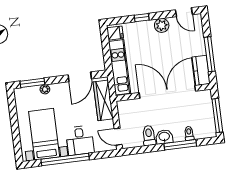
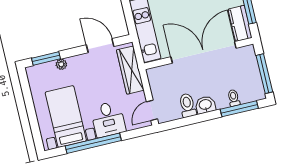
door: (80, 77) -> (100, 46), swing flipped
door: (118, 137) -> (152, 110), hinge flipped
window: (180, 145) -> (239, 109), moved

